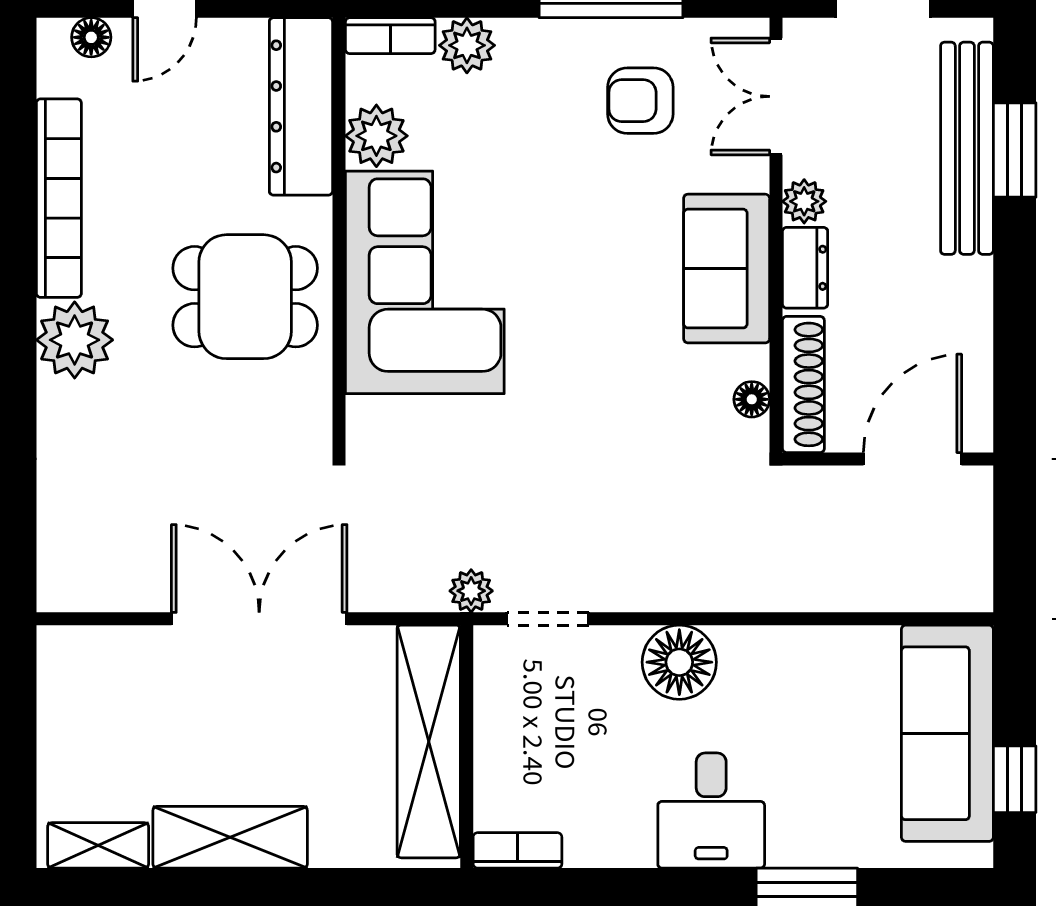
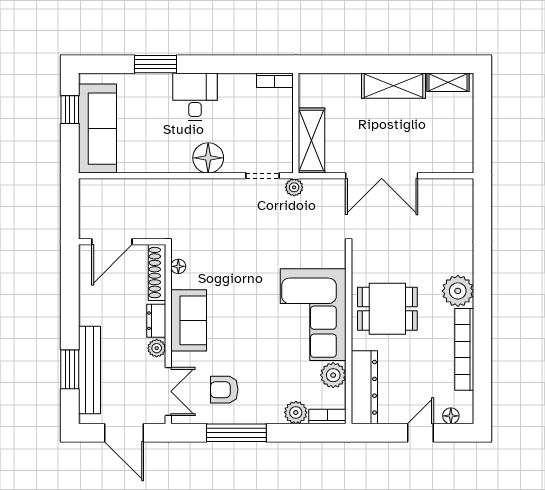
armchair: (640, 101) -> (224, 390), turned 180
shelving: (429, 741) -> (312, 140), width x0.68

